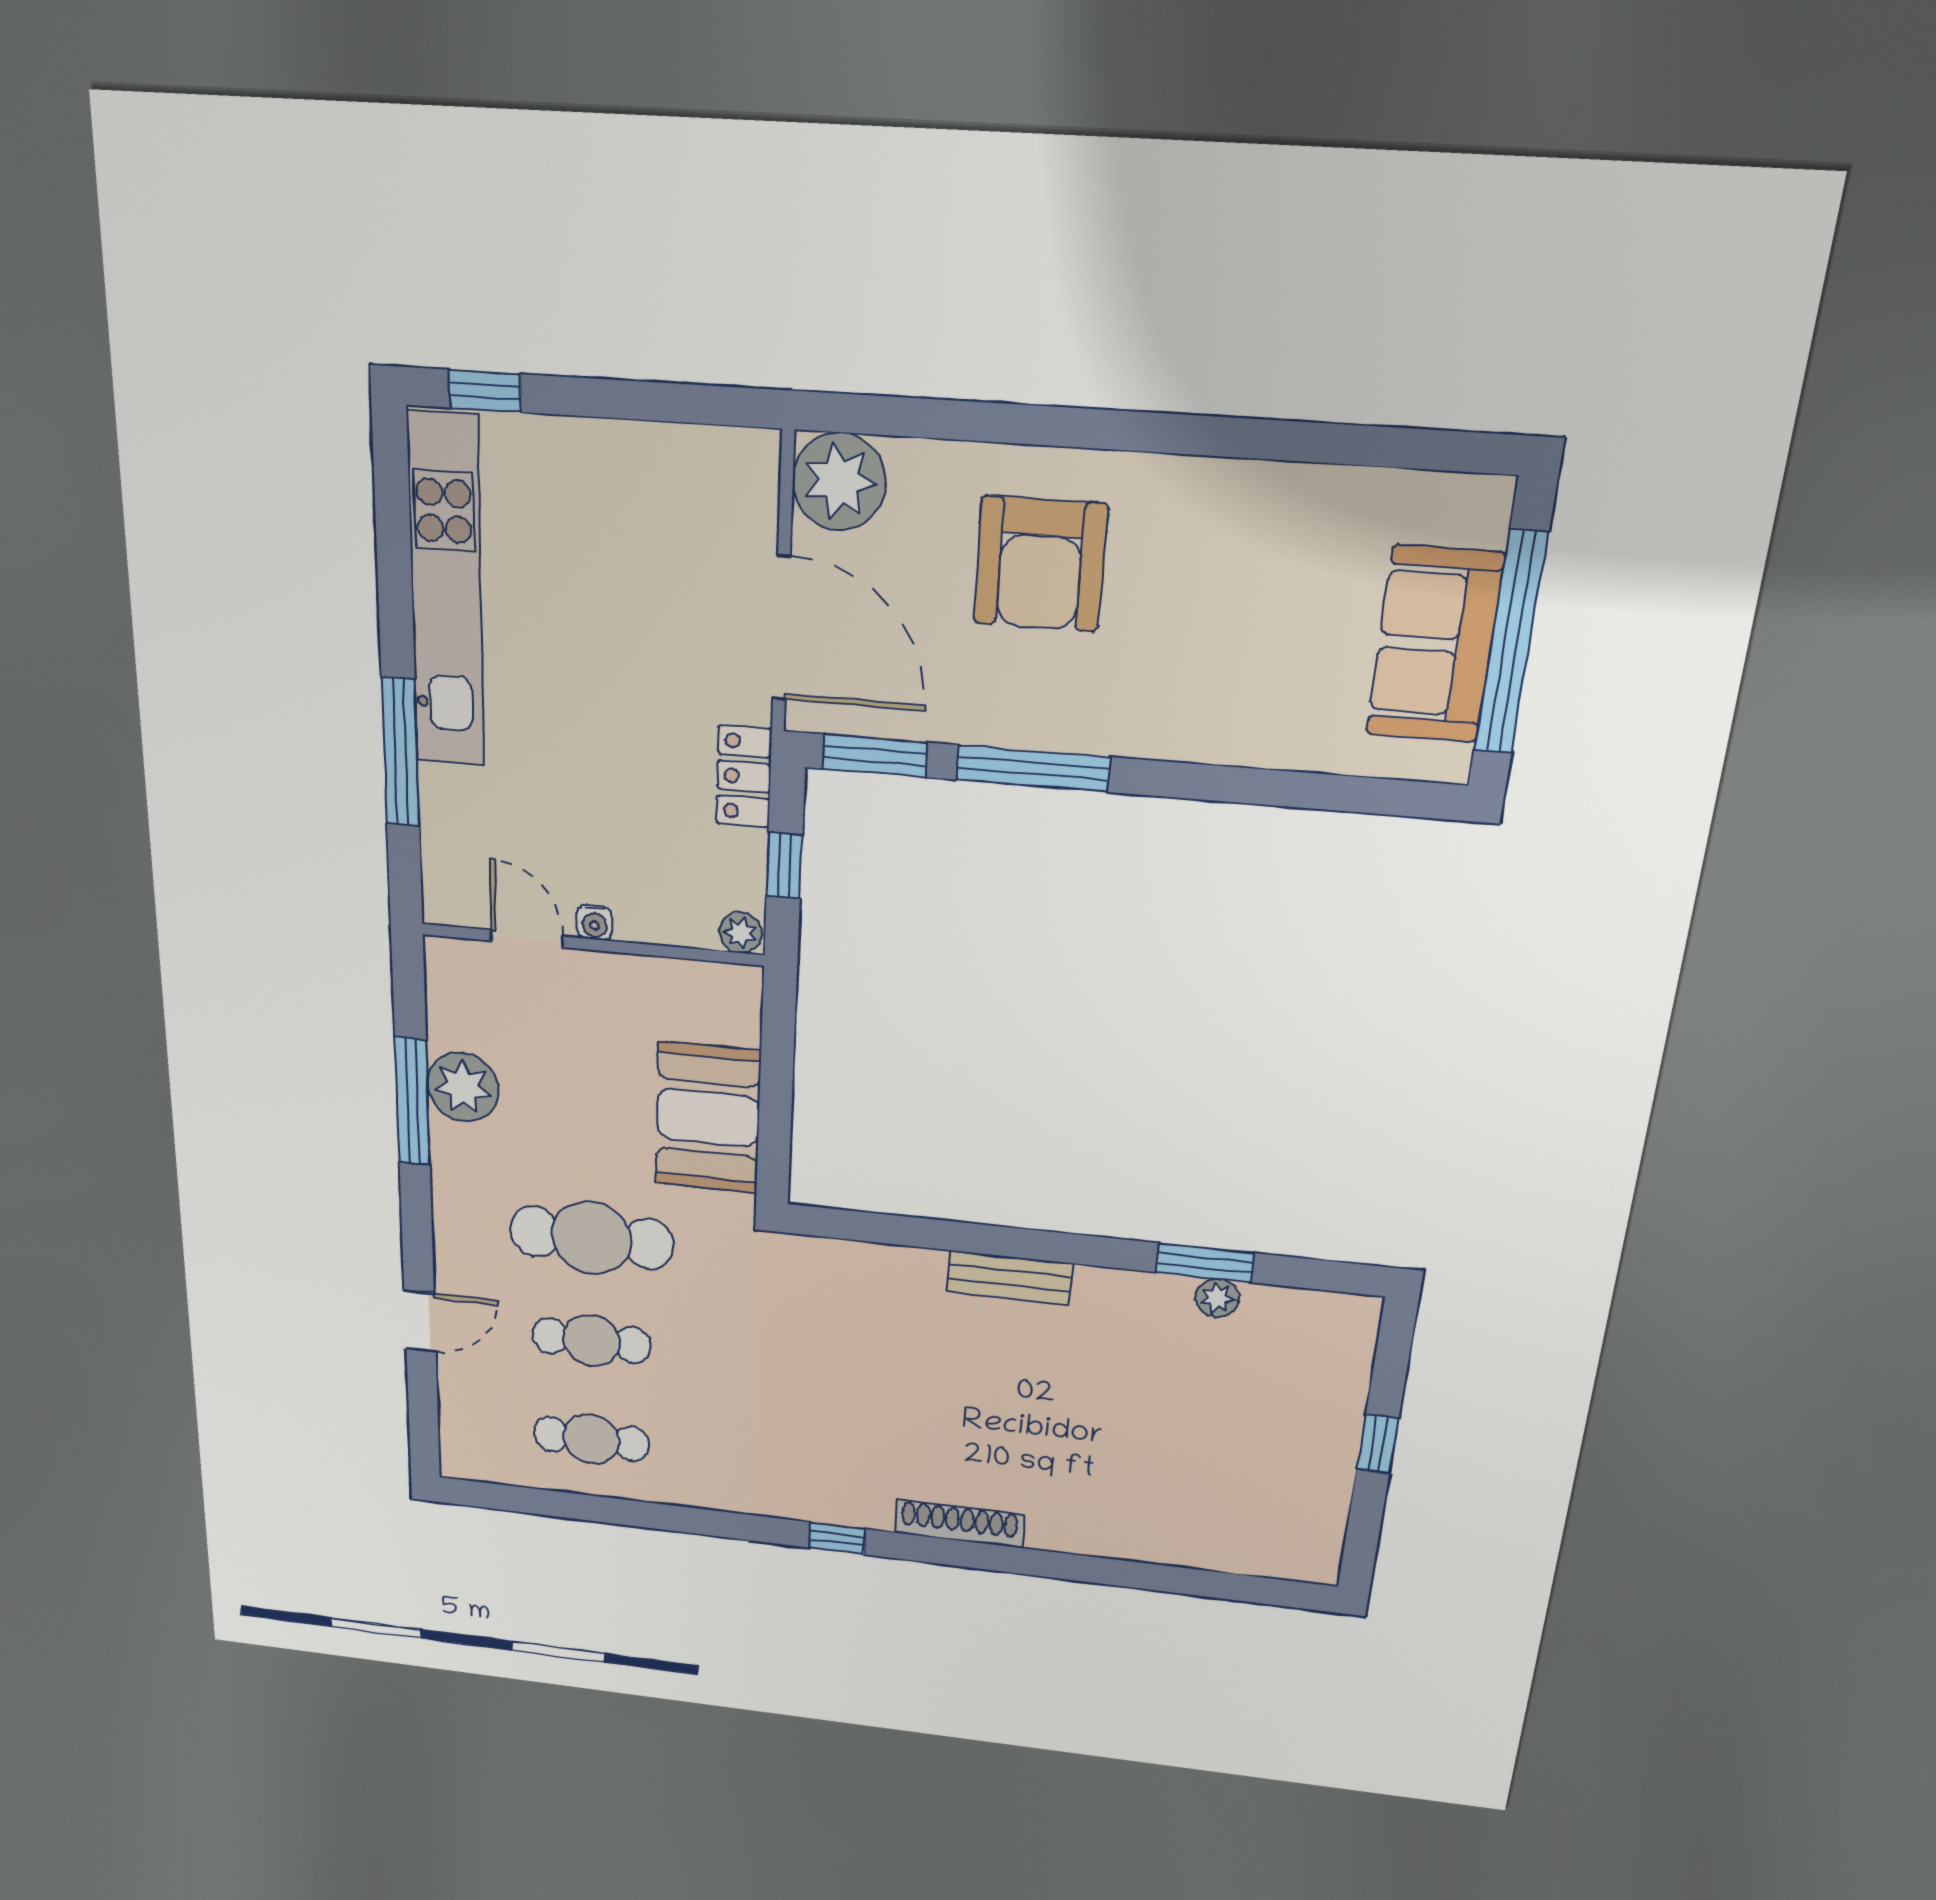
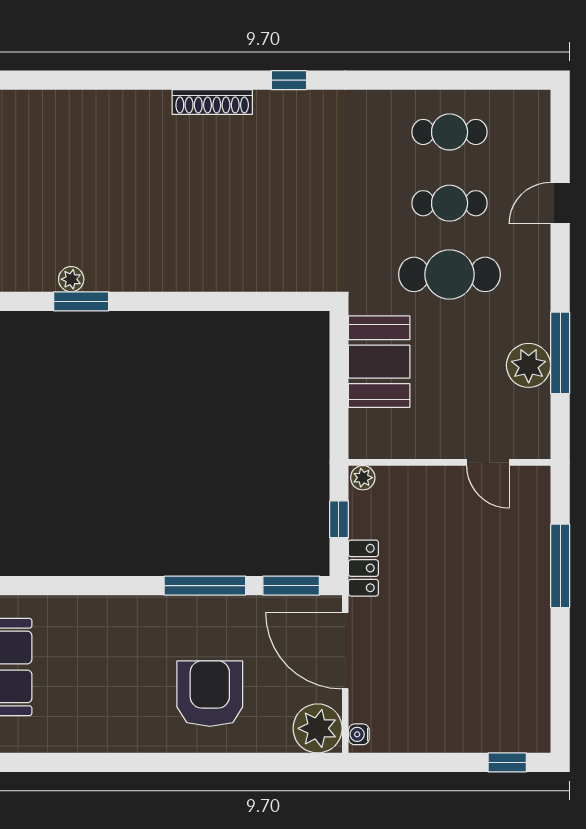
kitchen unit: (446, 593) -> (531, 656), removed
water cooler: (595, 922) -> (359, 734), moved, turned -90
bench: (1009, 1278) -> (194, 278), removed

